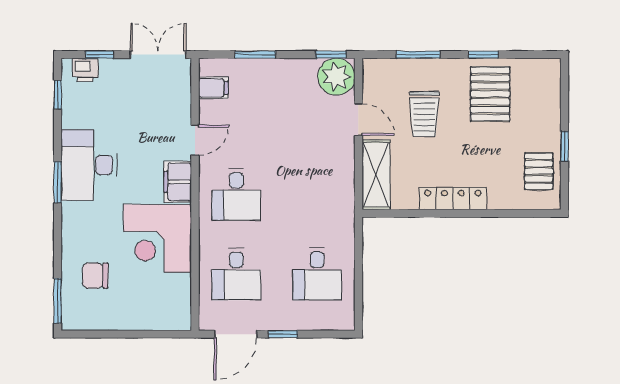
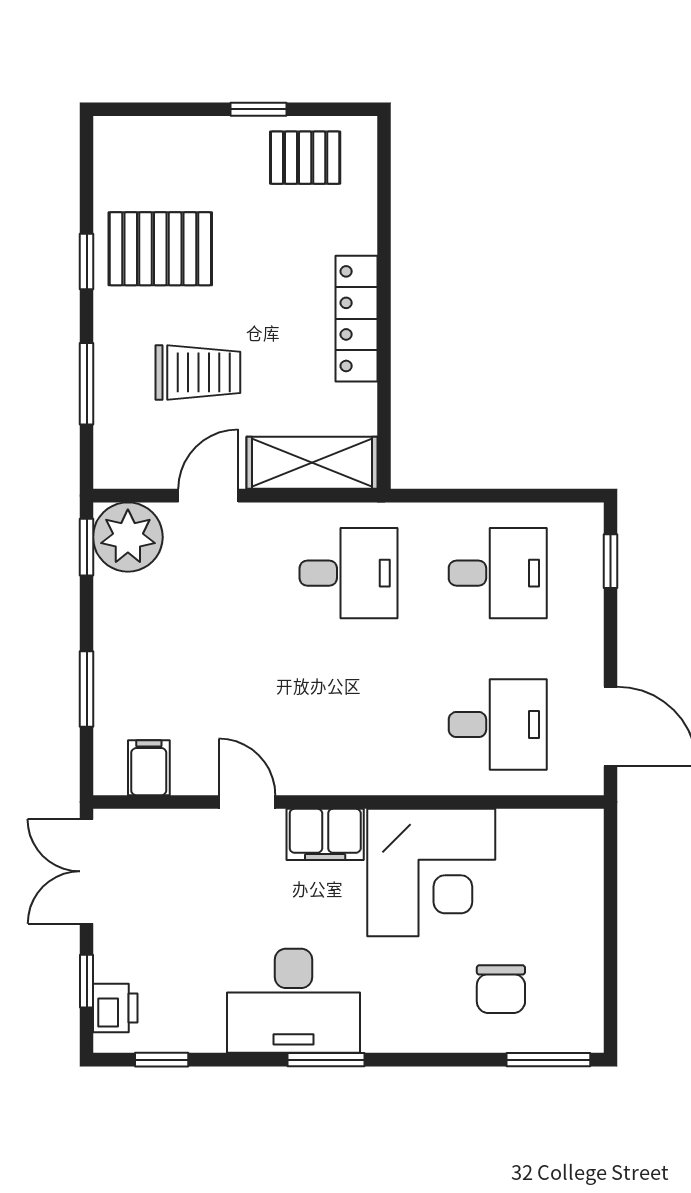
desk: (236, 194) -> (349, 573), moved
window: (283, 334) -> (611, 561), moved

